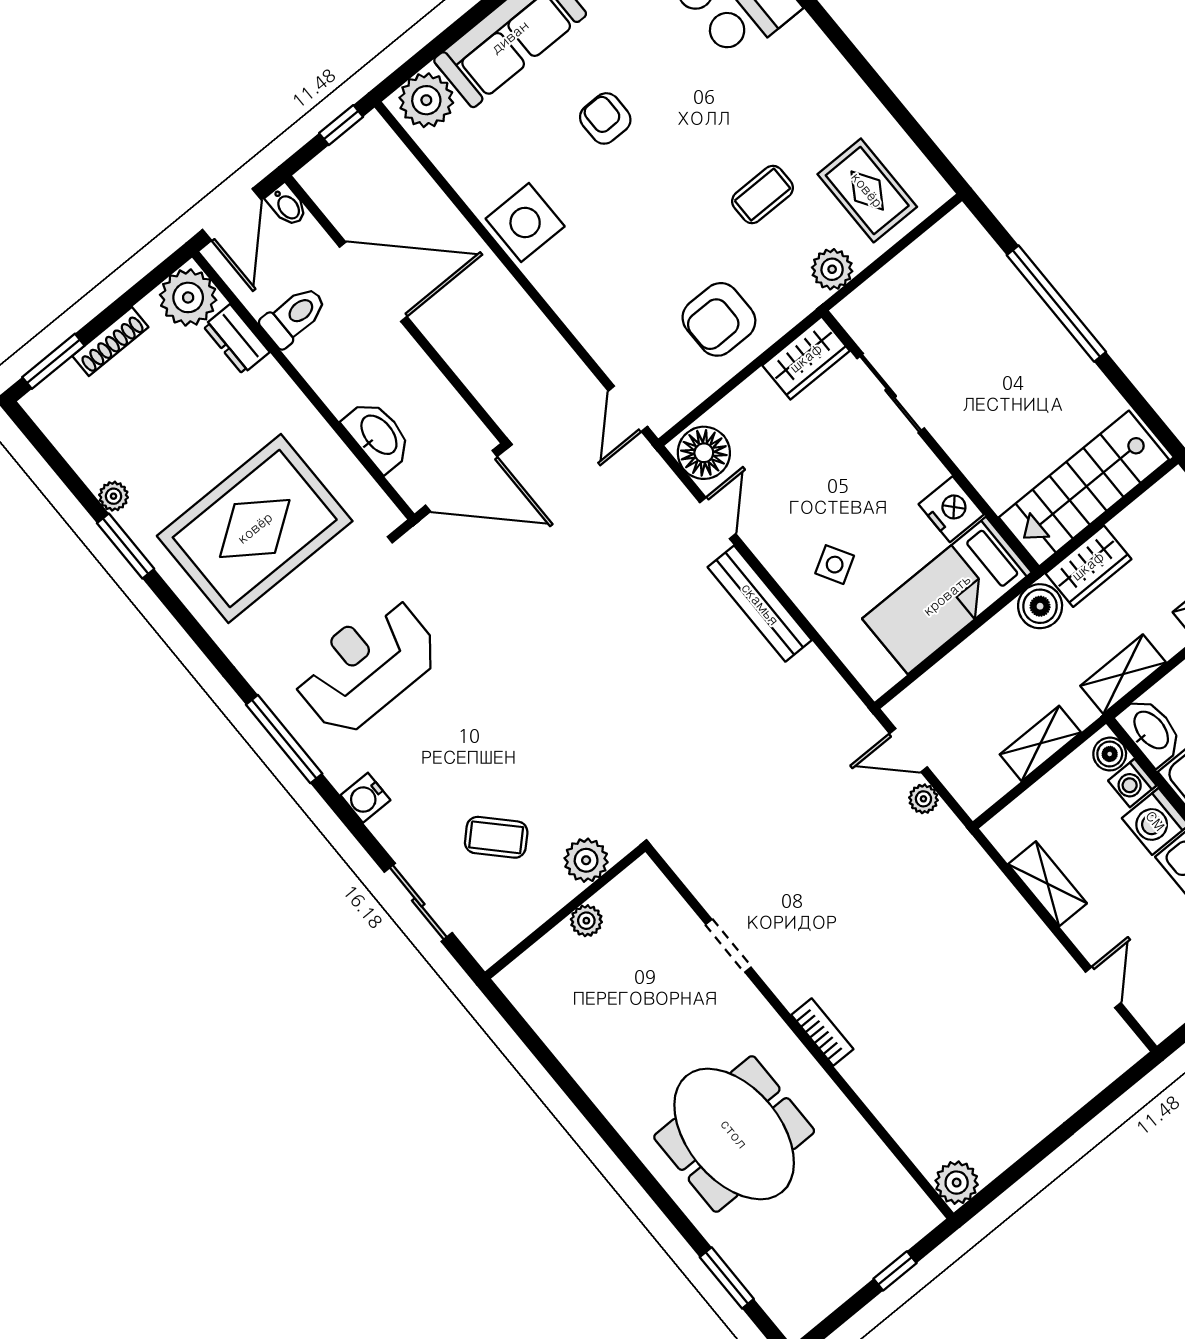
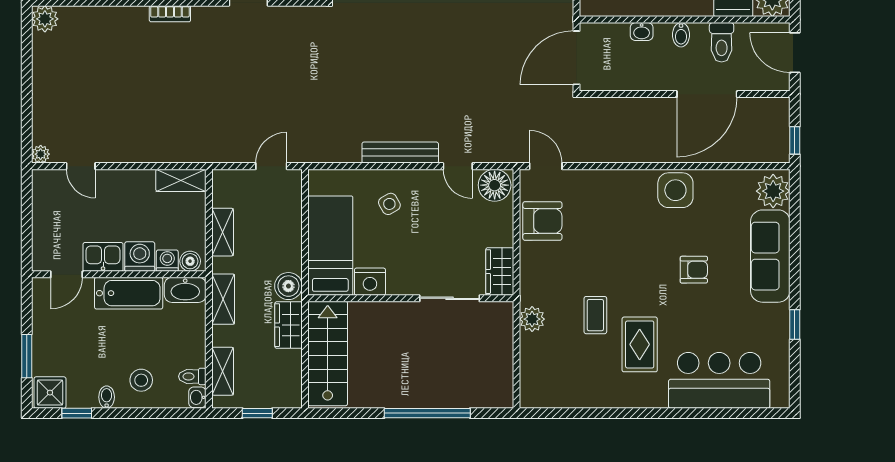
rug: (867, 190) -> (640, 344), moved, turned 90
bidet: (287, 205) -> (681, 35), moved, turned -90
armchair: (719, 319) -> (542, 221), moved, turned 90
washbasin: (378, 436) -> (642, 32), width x0.52, depth x0.69
plant: (923, 799) -> (41, 154), moved
shelving: (1047, 884) -> (181, 180), moved

